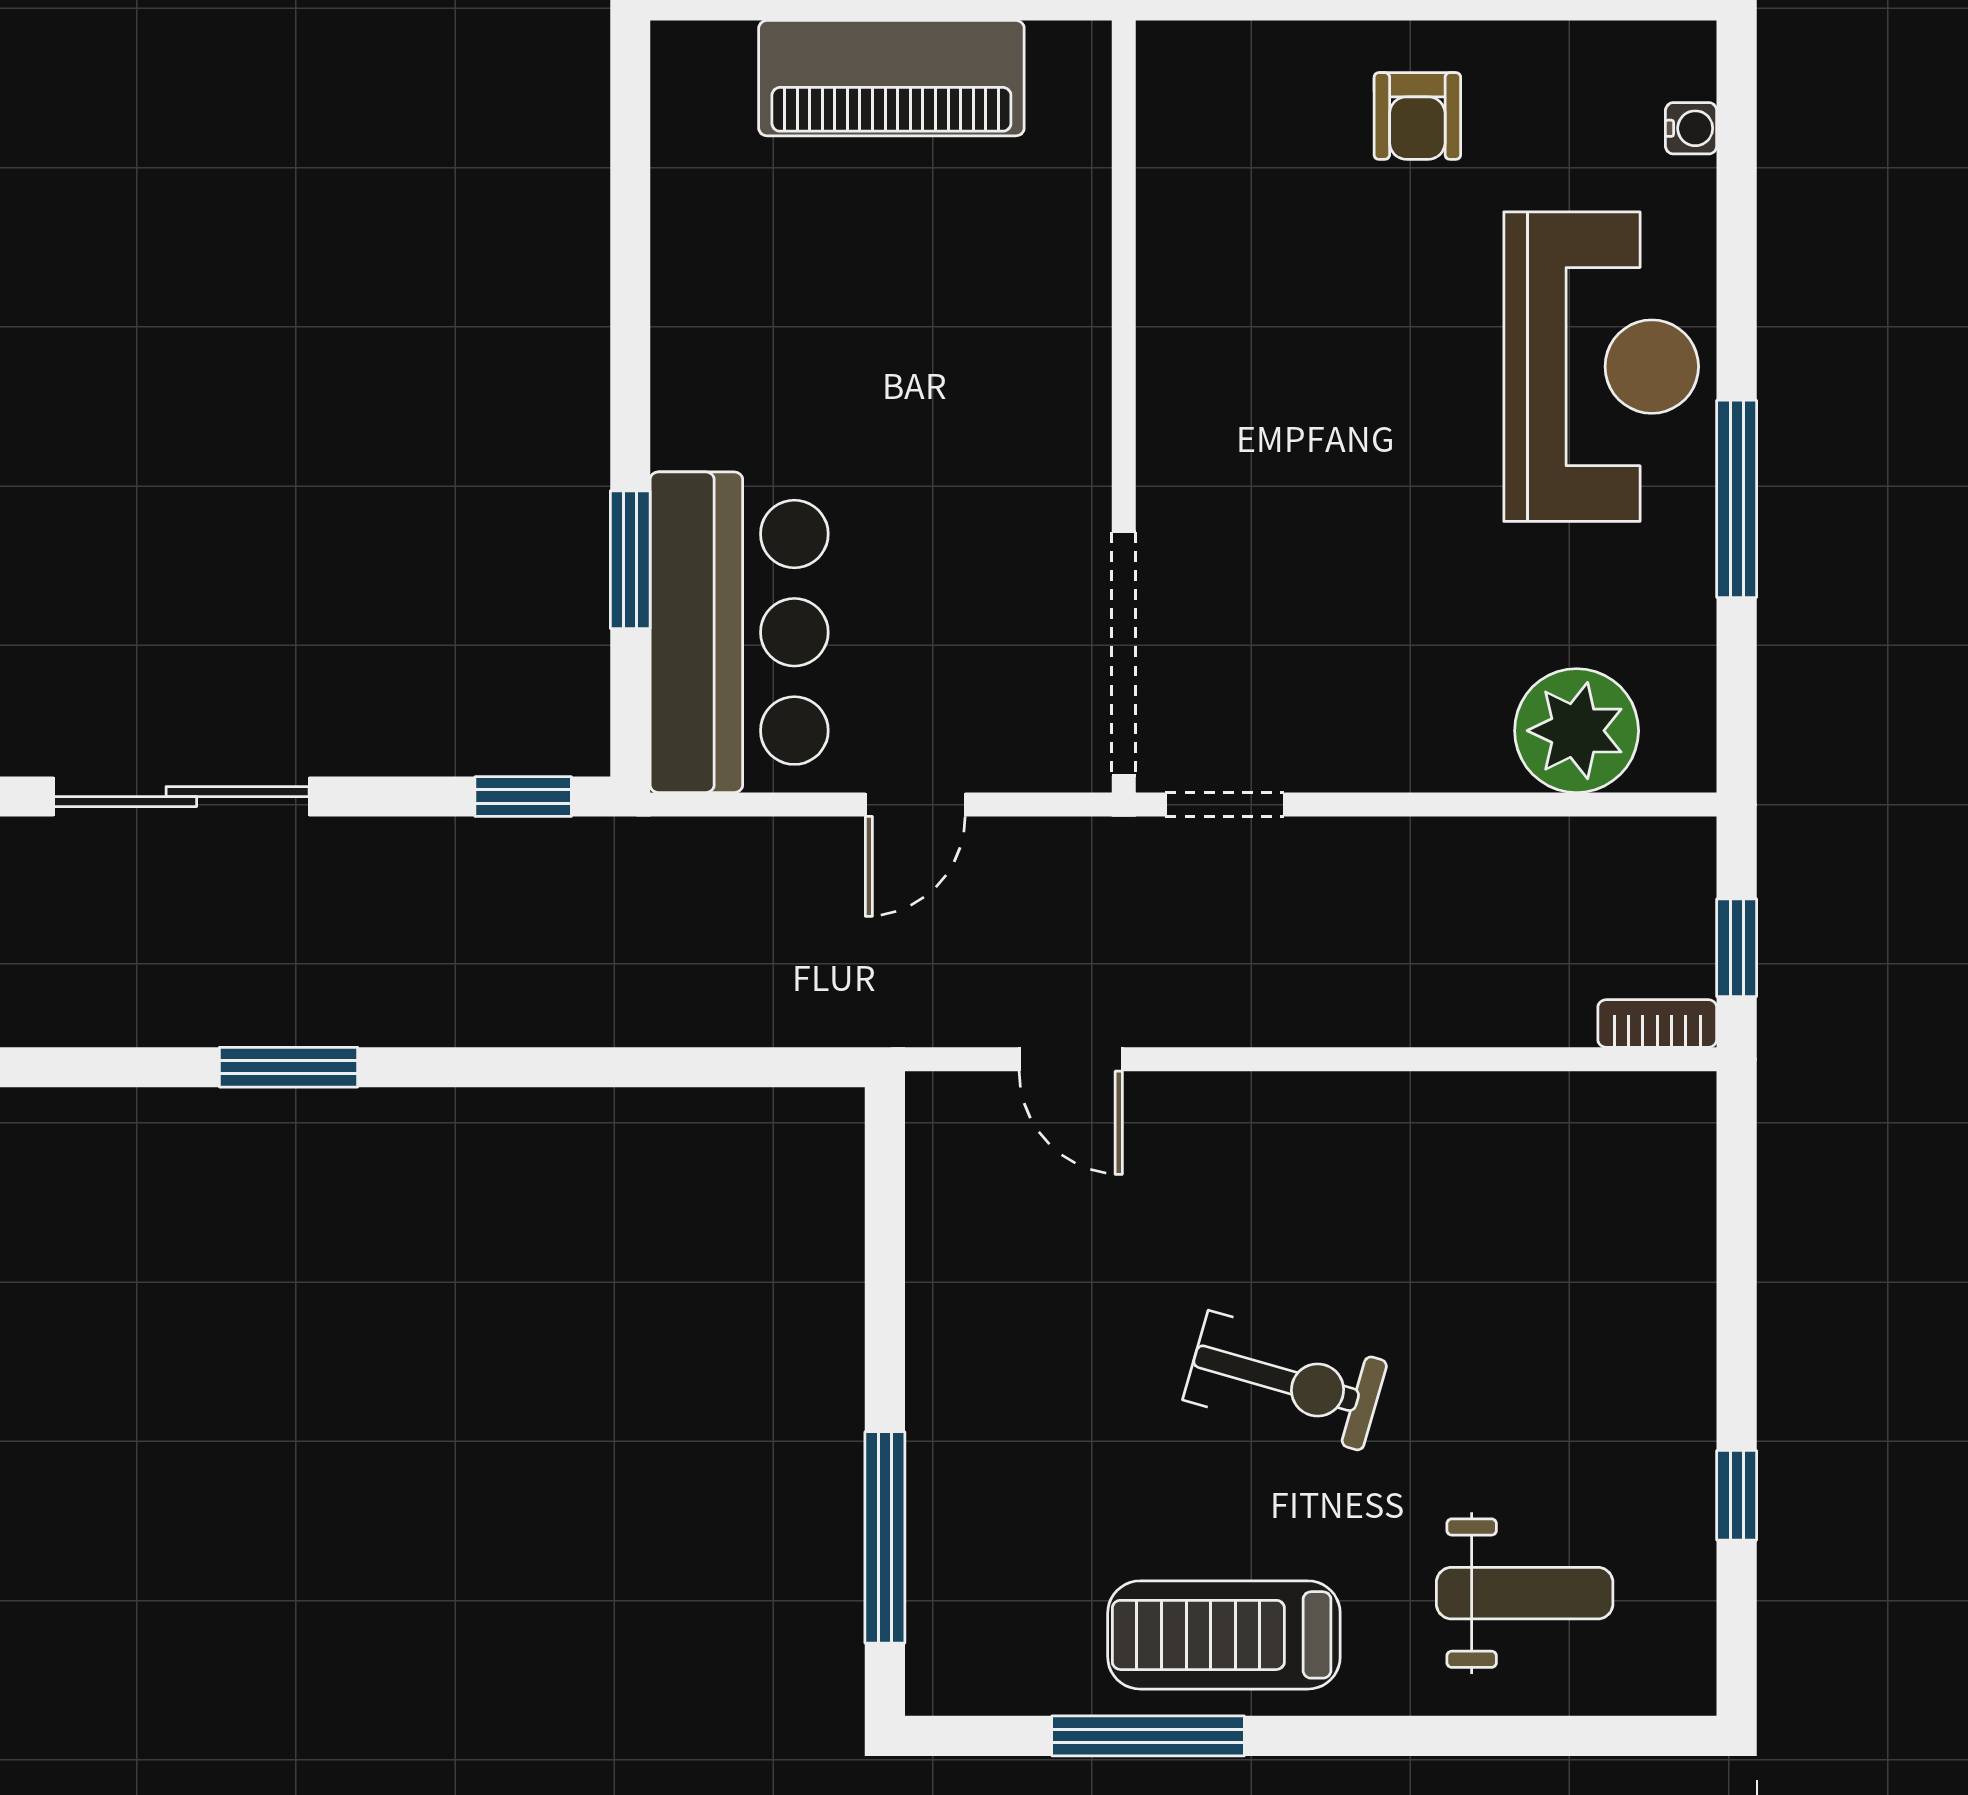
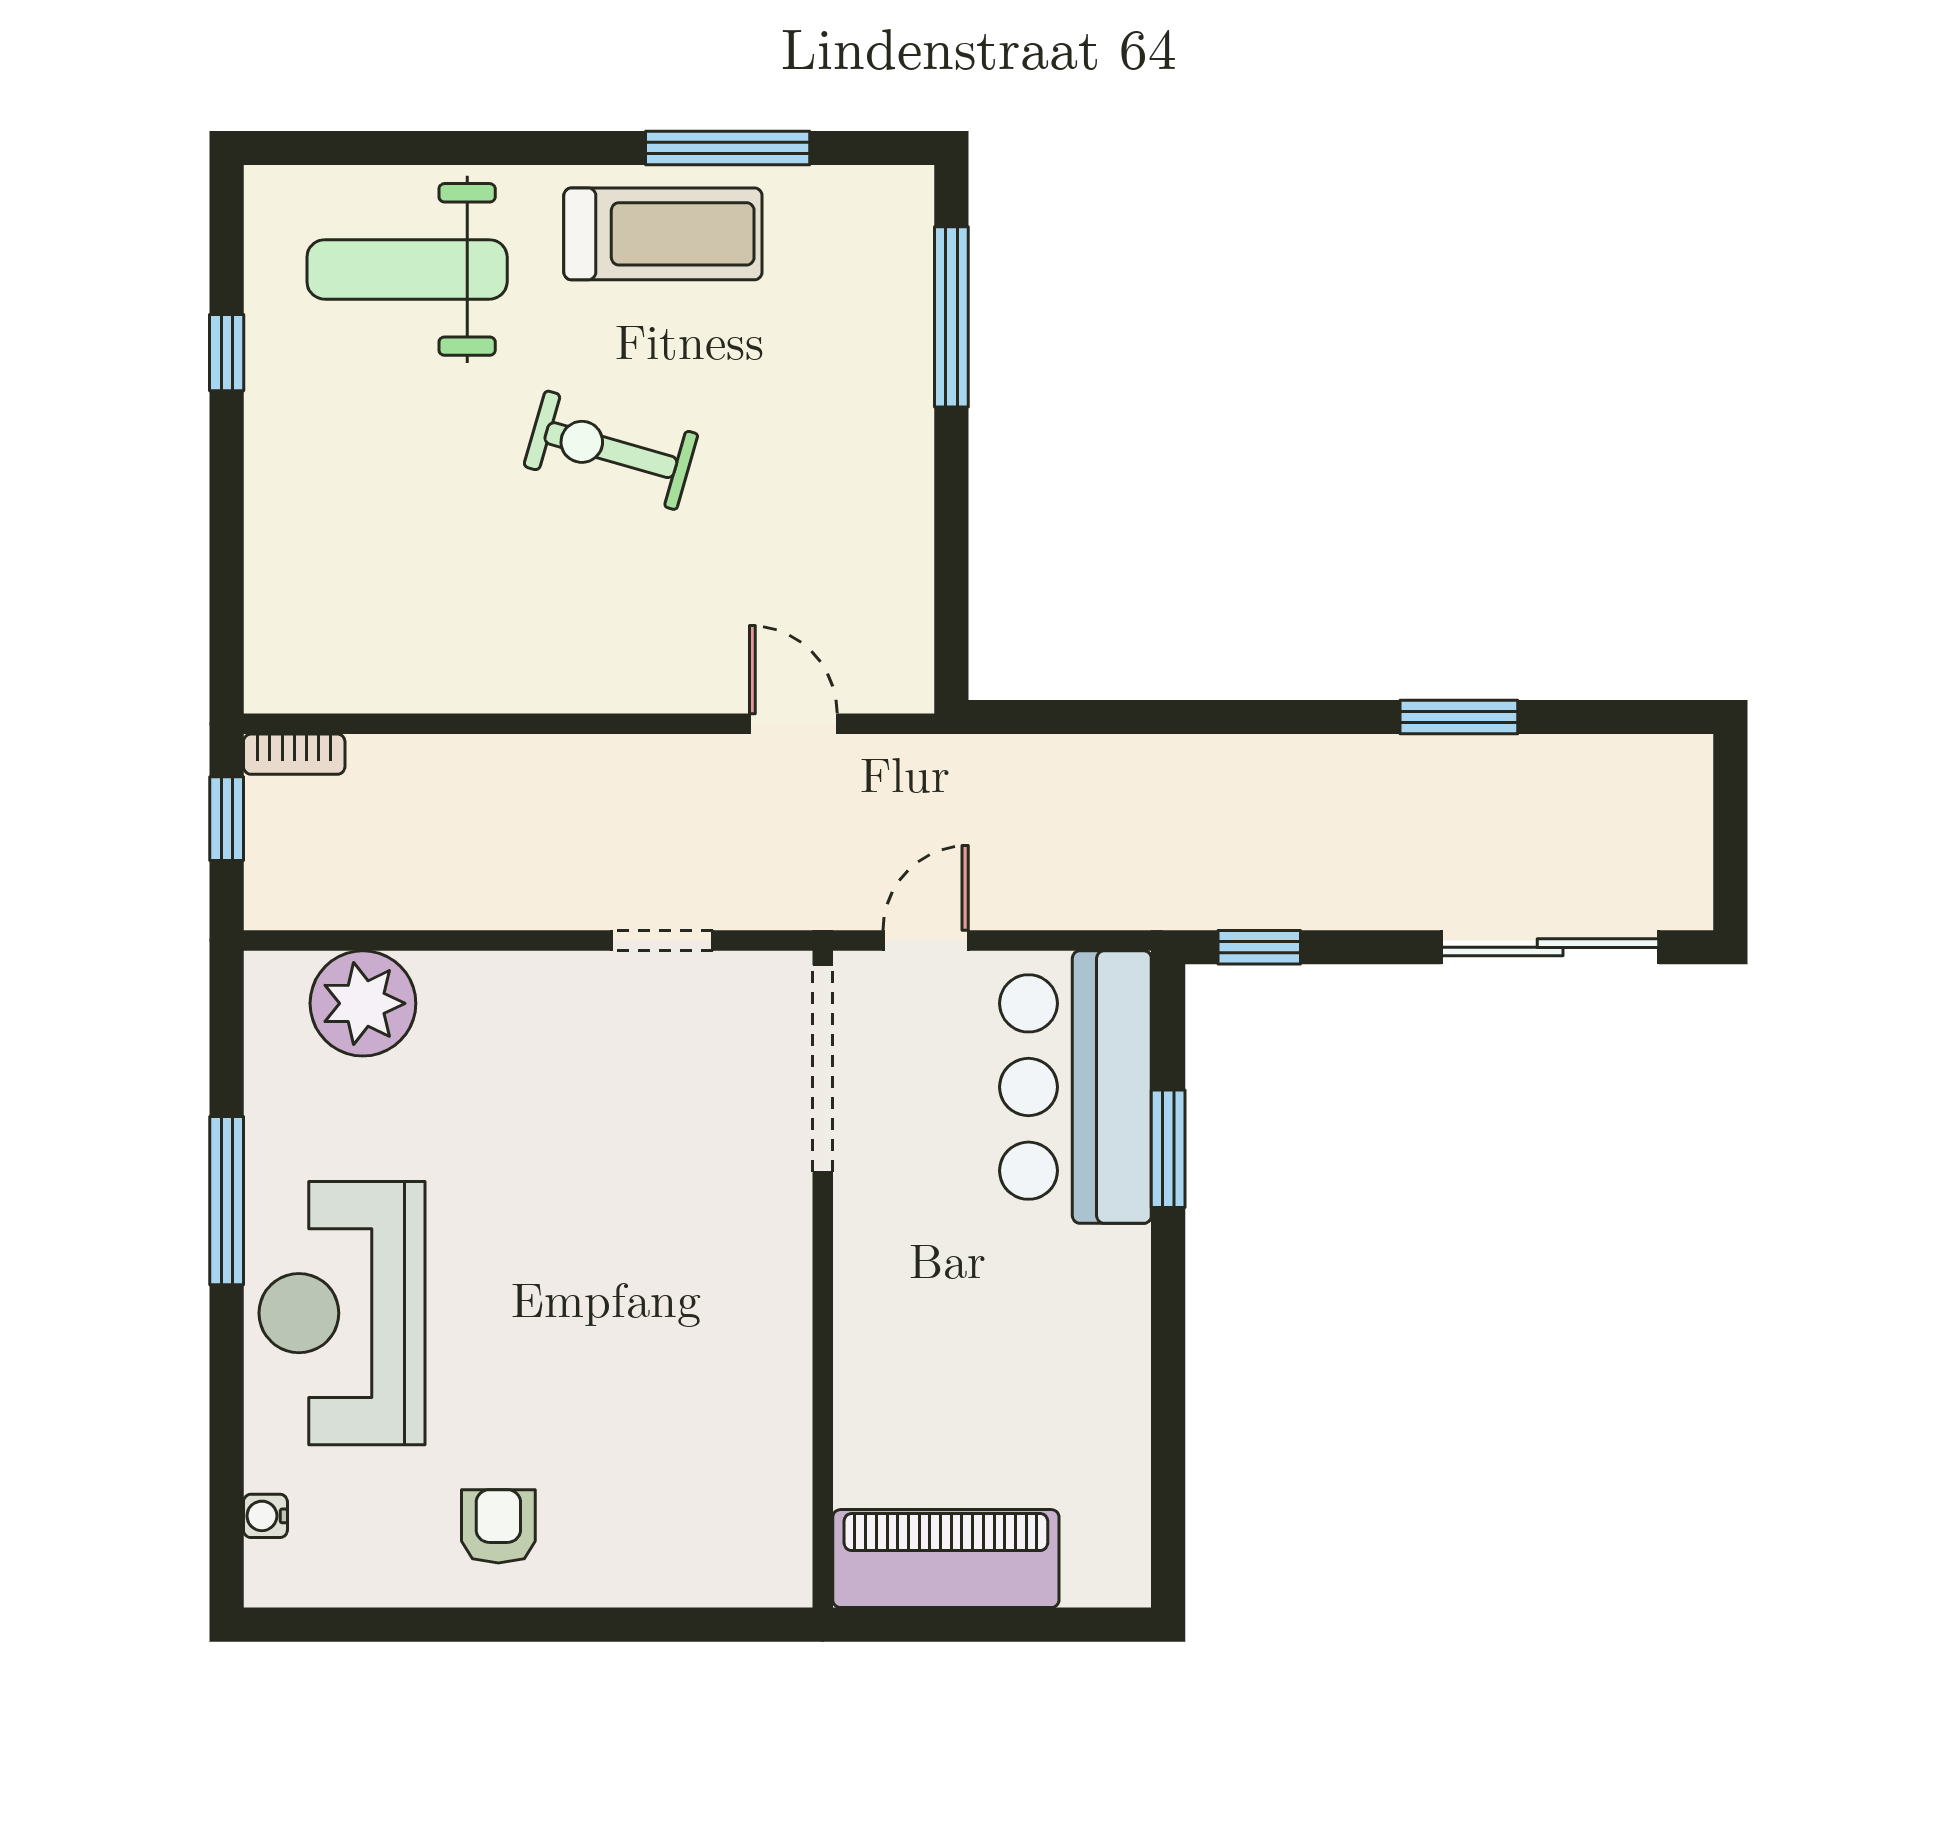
wall: (1124, 406) -> (823, 1279), moved
doorway: (1124, 654) -> (823, 1069), moved
weight bench: (1525, 1593) -> (407, 269), width x1.36, depth x1.33

